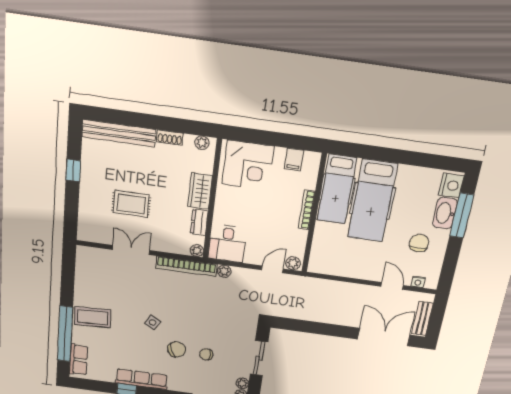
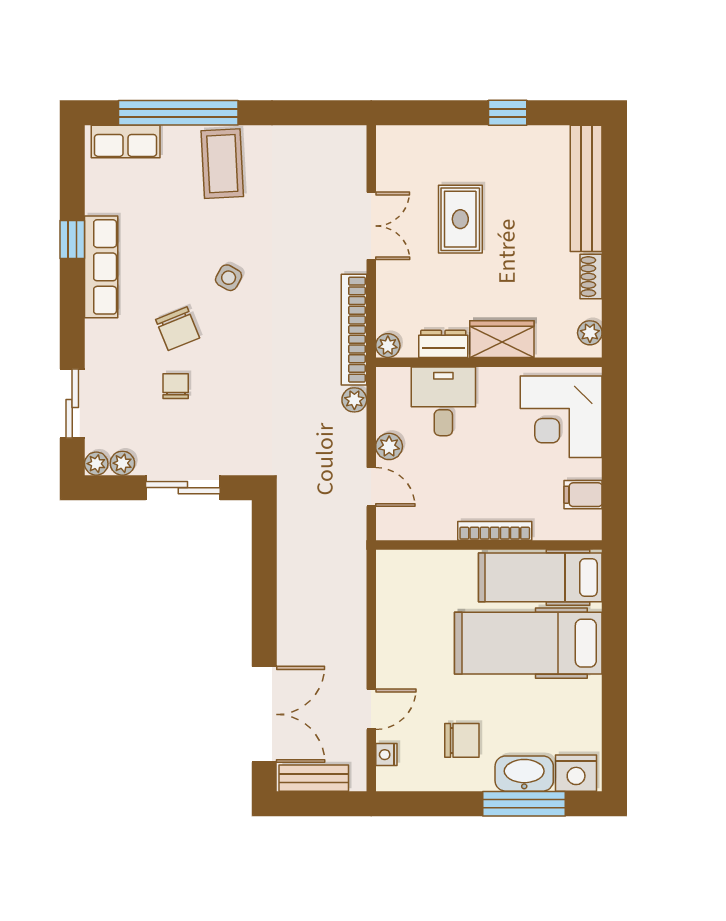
desk: (227, 243) -> (443, 401), moved, turned 90
plant: (293, 263) -> (389, 446), moved

